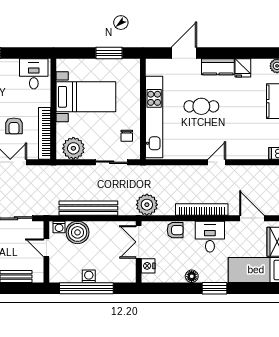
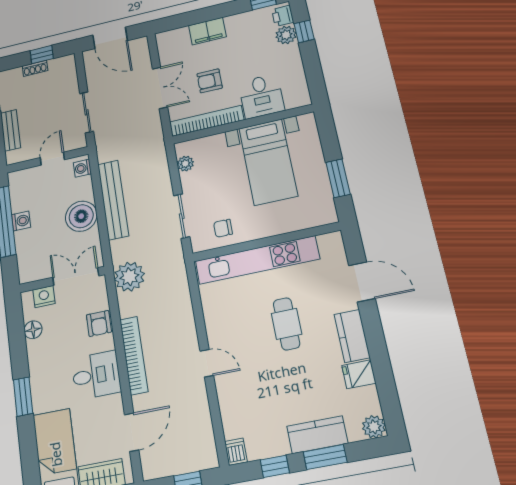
desk: (34, 74) -> (261, 96), moved, turned 90
plant: (73, 148) -> (185, 164), width x0.53, depth x0.53
boiler: (77, 232) -> (81, 216), moved
floor lamp: (192, 276) -> (33, 330), moved

